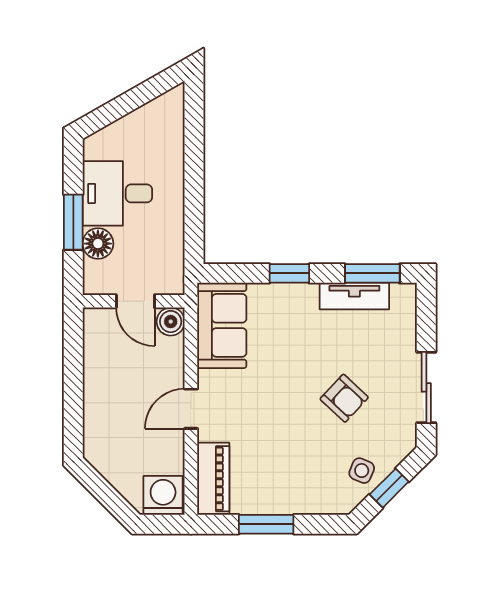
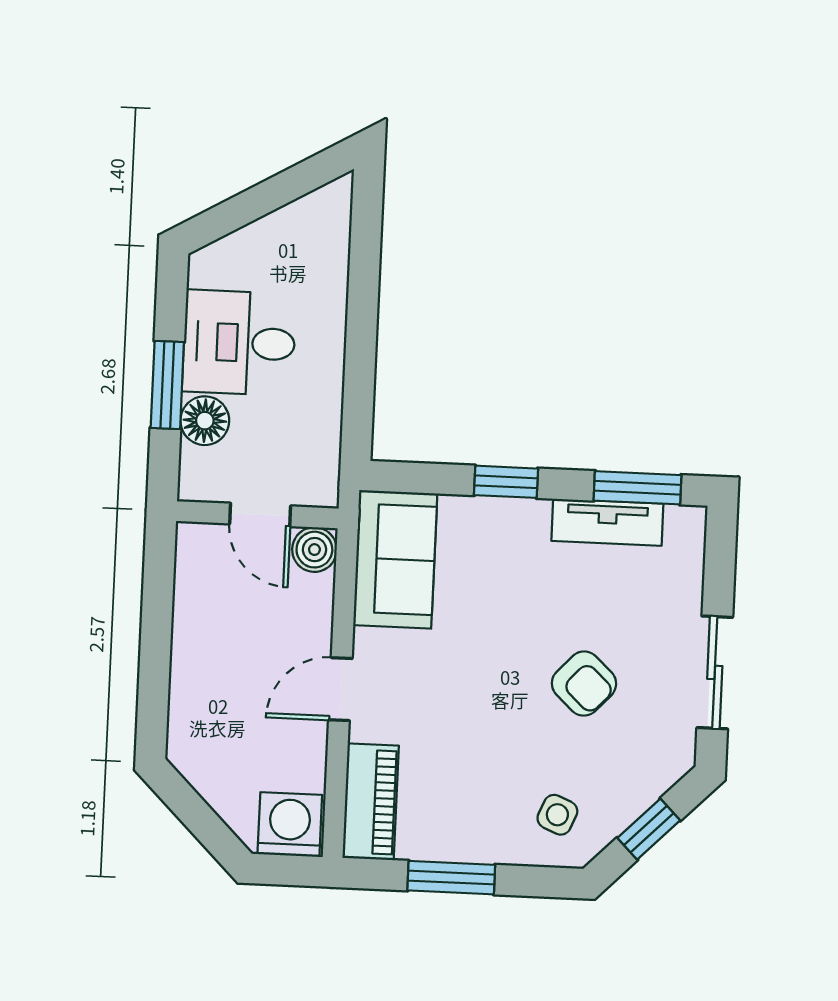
side table: (362, 471) -> (557, 815), moved

